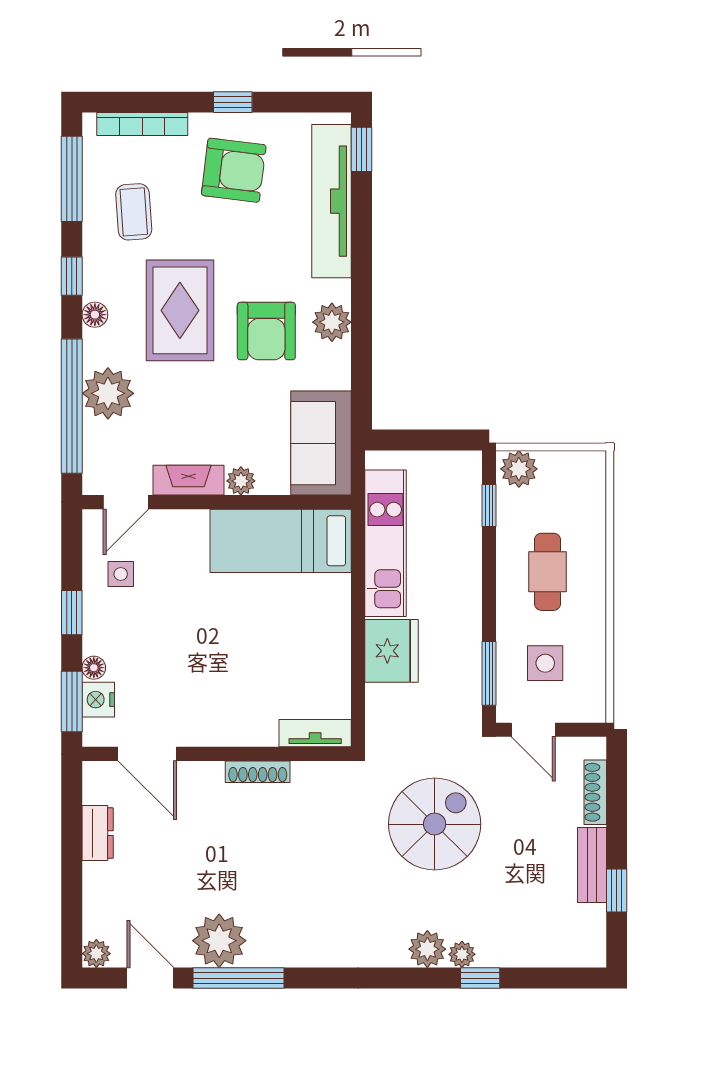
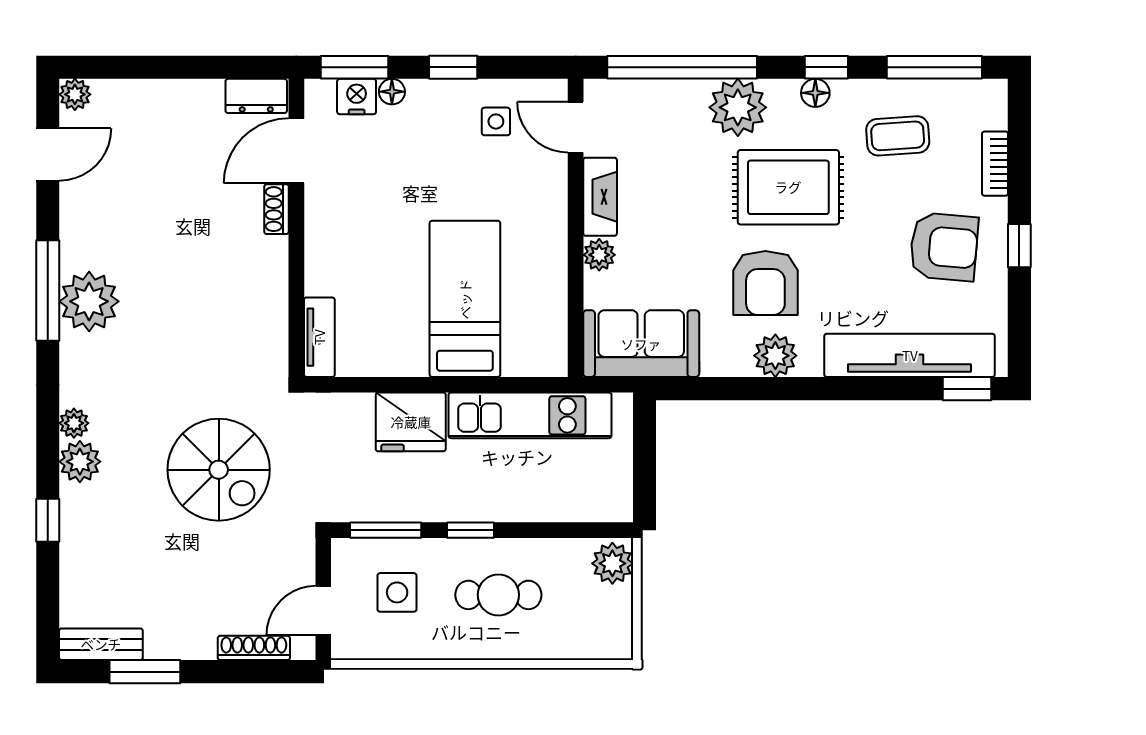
bookcase: (142, 124) -> (995, 164), width x0.64
armchair: (234, 170) -> (944, 247), turned -92
floor lamp: (95, 315) -> (815, 93), moved
armchair: (266, 331) -> (765, 283), turned -90
plant: (108, 393) -> (738, 107), moved
window: (489, 506) -> (471, 530), moved
bed: (281, 541) -> (465, 299), moved
door: (533, 730) -> (323, 611), moved
shoe rack: (258, 772) -> (277, 209), moved, width x0.70
dresser: (98, 833) -> (256, 96), moved
bench: (592, 865) -> (101, 644), moved
window: (617, 890) -> (145, 672), width x1.50
plant: (219, 941) -> (89, 301), moved
plant: (462, 954) -> (74, 423), moved
window: (239, 978) -> (48, 291), moved

